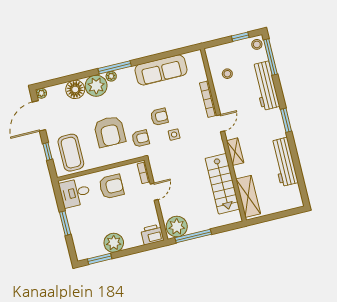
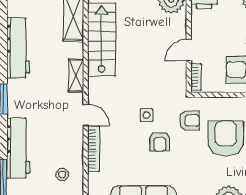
armchair: (159, 117) -> (160, 142), turned -90
door: (221, 123) -> (86, 115), swing flipped
armchair: (141, 138) -> (189, 121), turned 180

